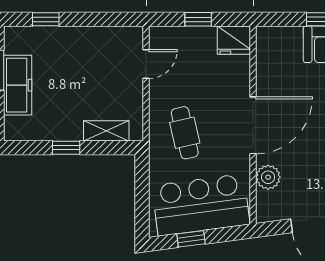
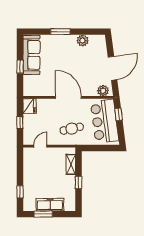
door: (146, 64) -> (40, 146), hinge flipped
plant: (268, 177) -> (103, 91), moved
window: (191, 239) -> (119, 114), moved

